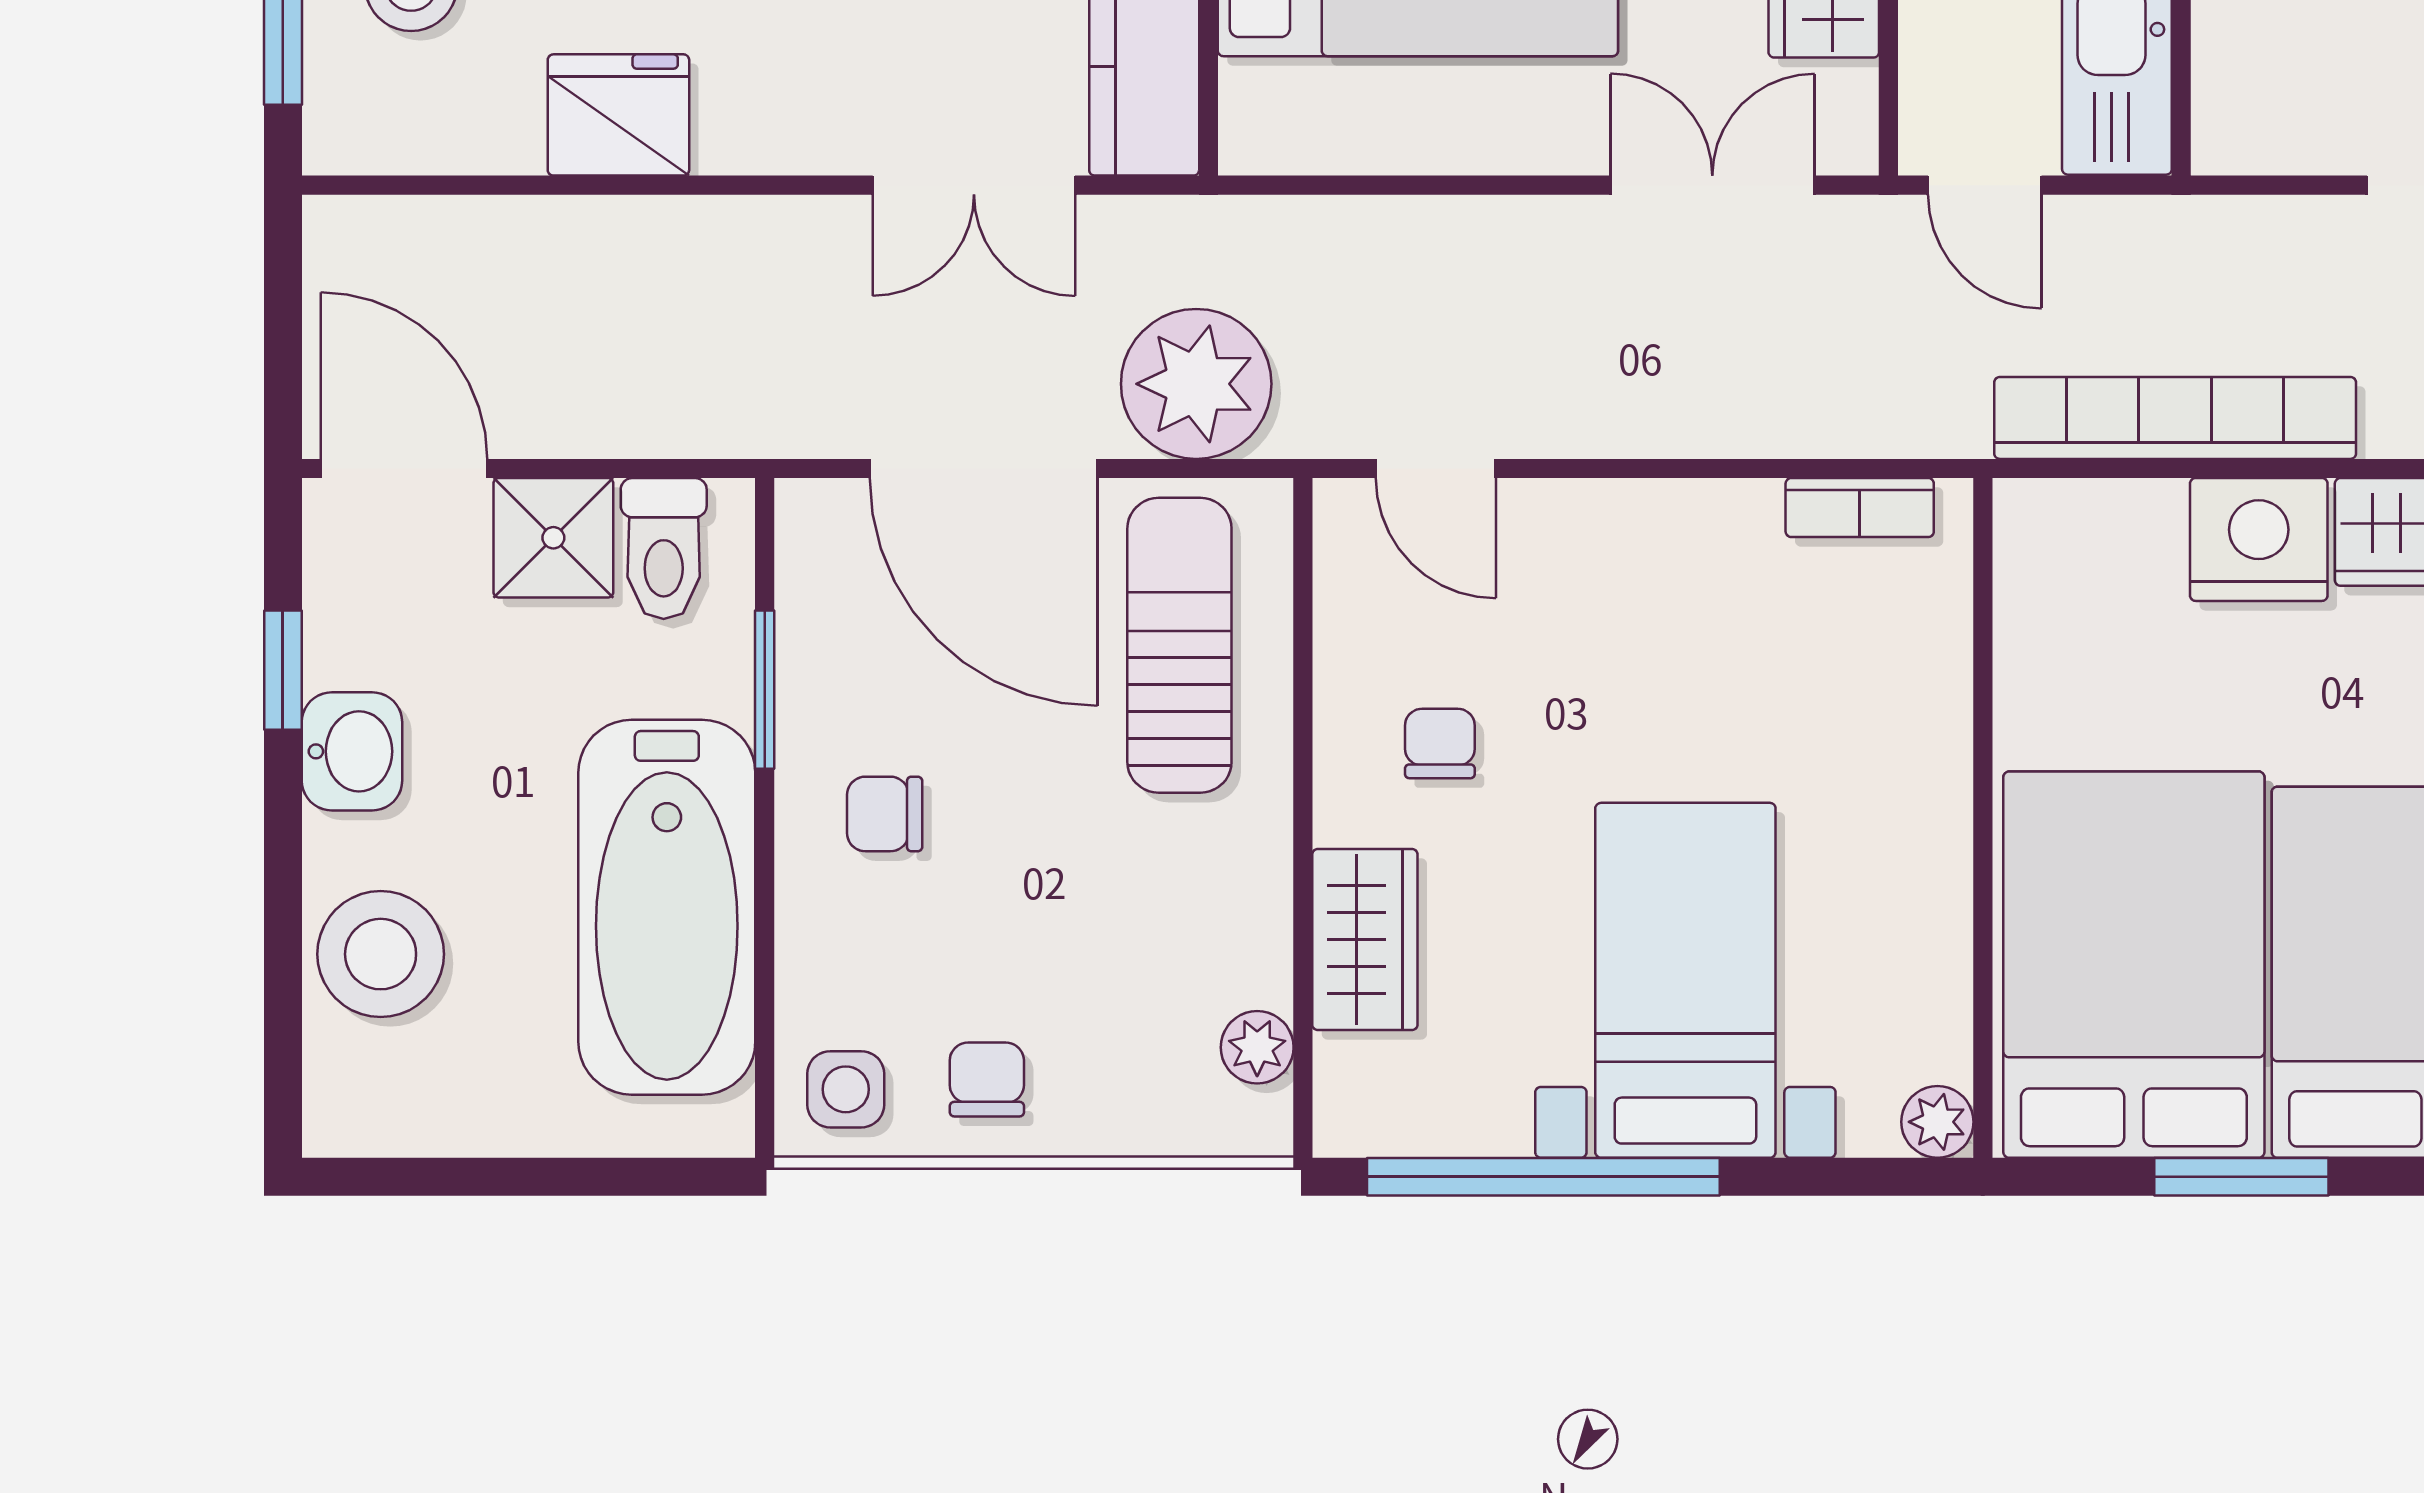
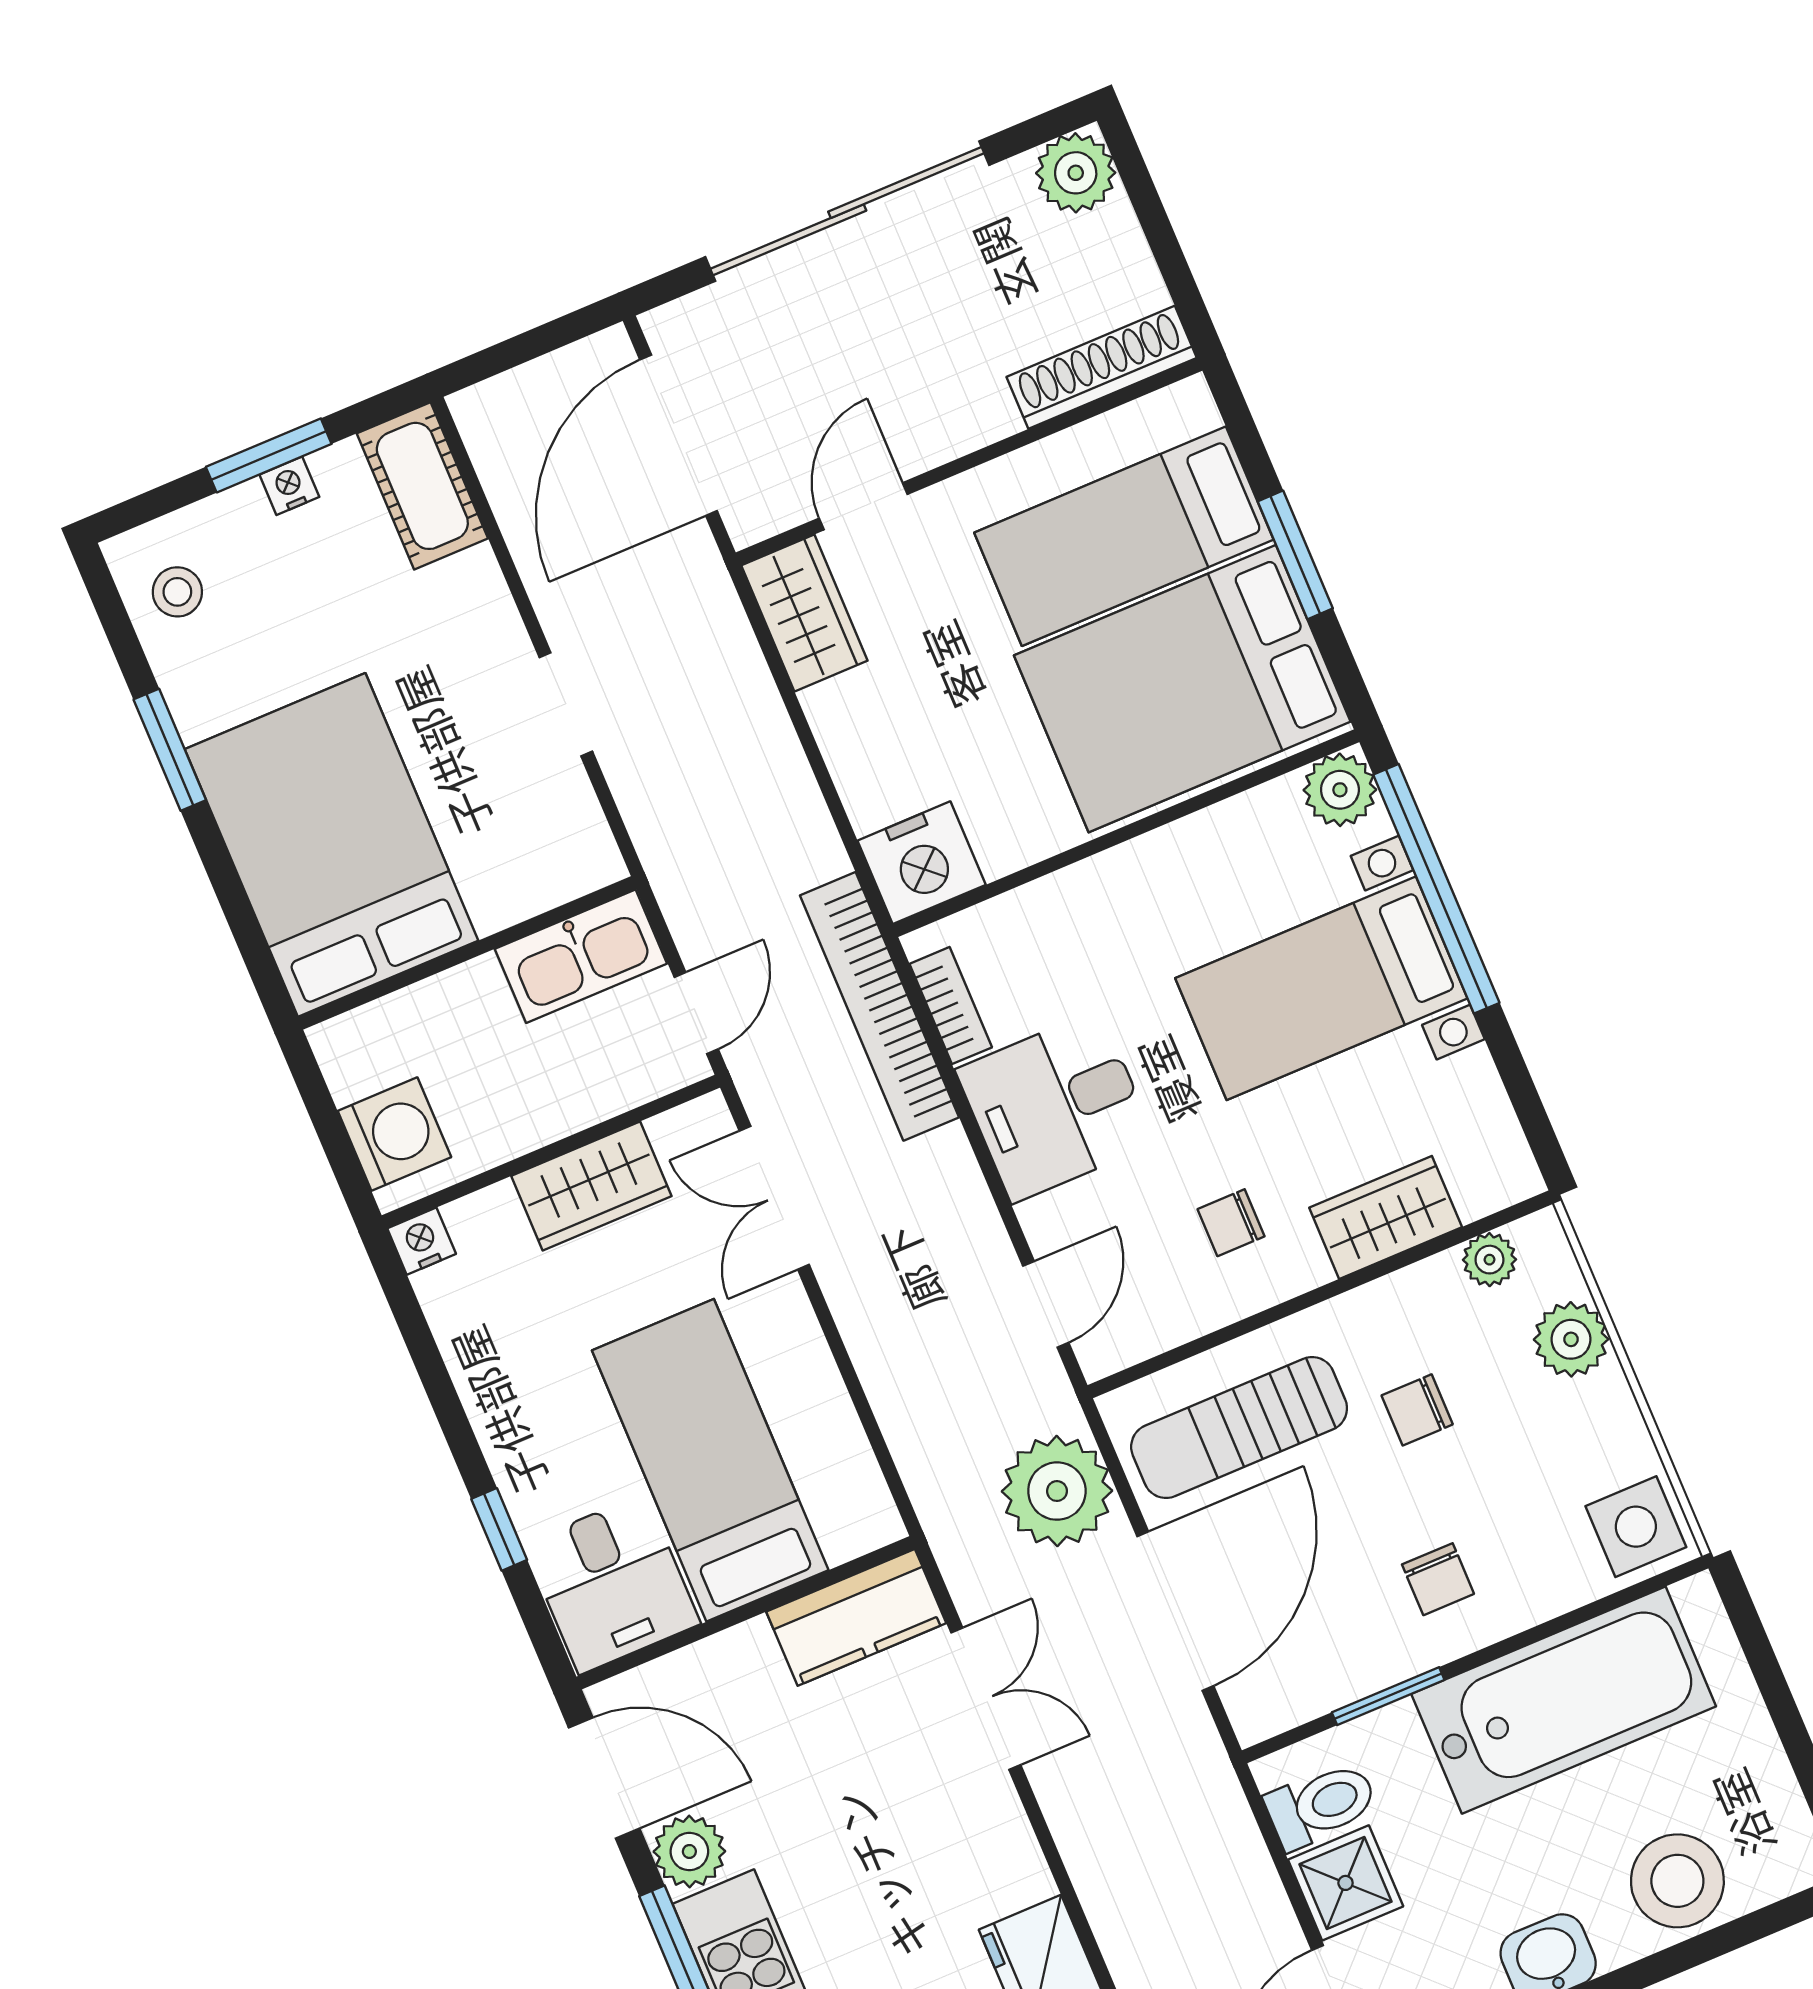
bookcase: (2175, 418) -> (879, 1006), moved
nightstand: (2259, 539) -> (922, 863), moved, turned -90
desk: (1678, 586) -> (1056, 1106), added
chair: (987, 1080) -> (1417, 1410), moved
side table: (846, 1089) -> (1636, 1527), width x1.37, depth x1.37
plant: (1114, 1107) -> (1571, 1339), added
plant: (1937, 1122) -> (1340, 790), width x1.38, depth x1.38
window: (1543, 1177) -> (1436, 889), moved

